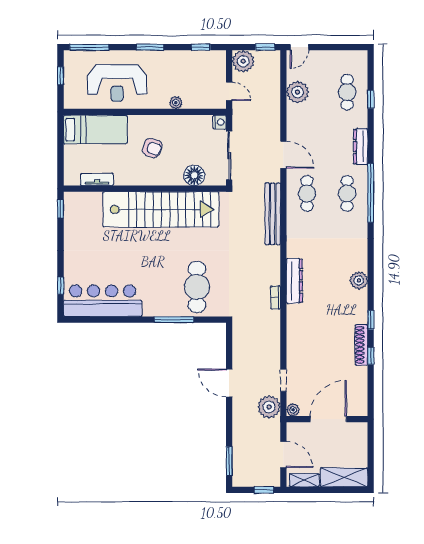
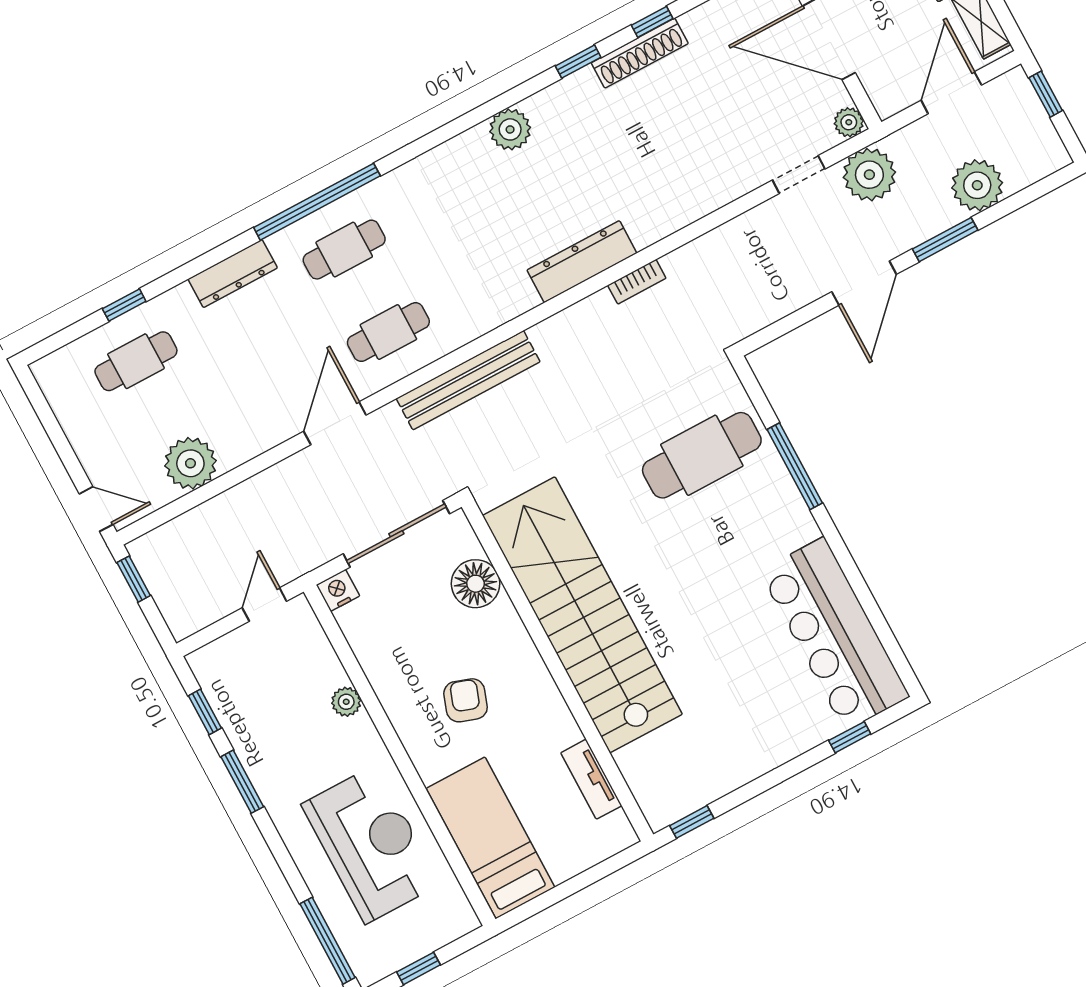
window: (150, 47) -> (242, 782), moved
plant: (243, 61) -> (977, 185), moved
window: (229, 461) -> (945, 240), moved

